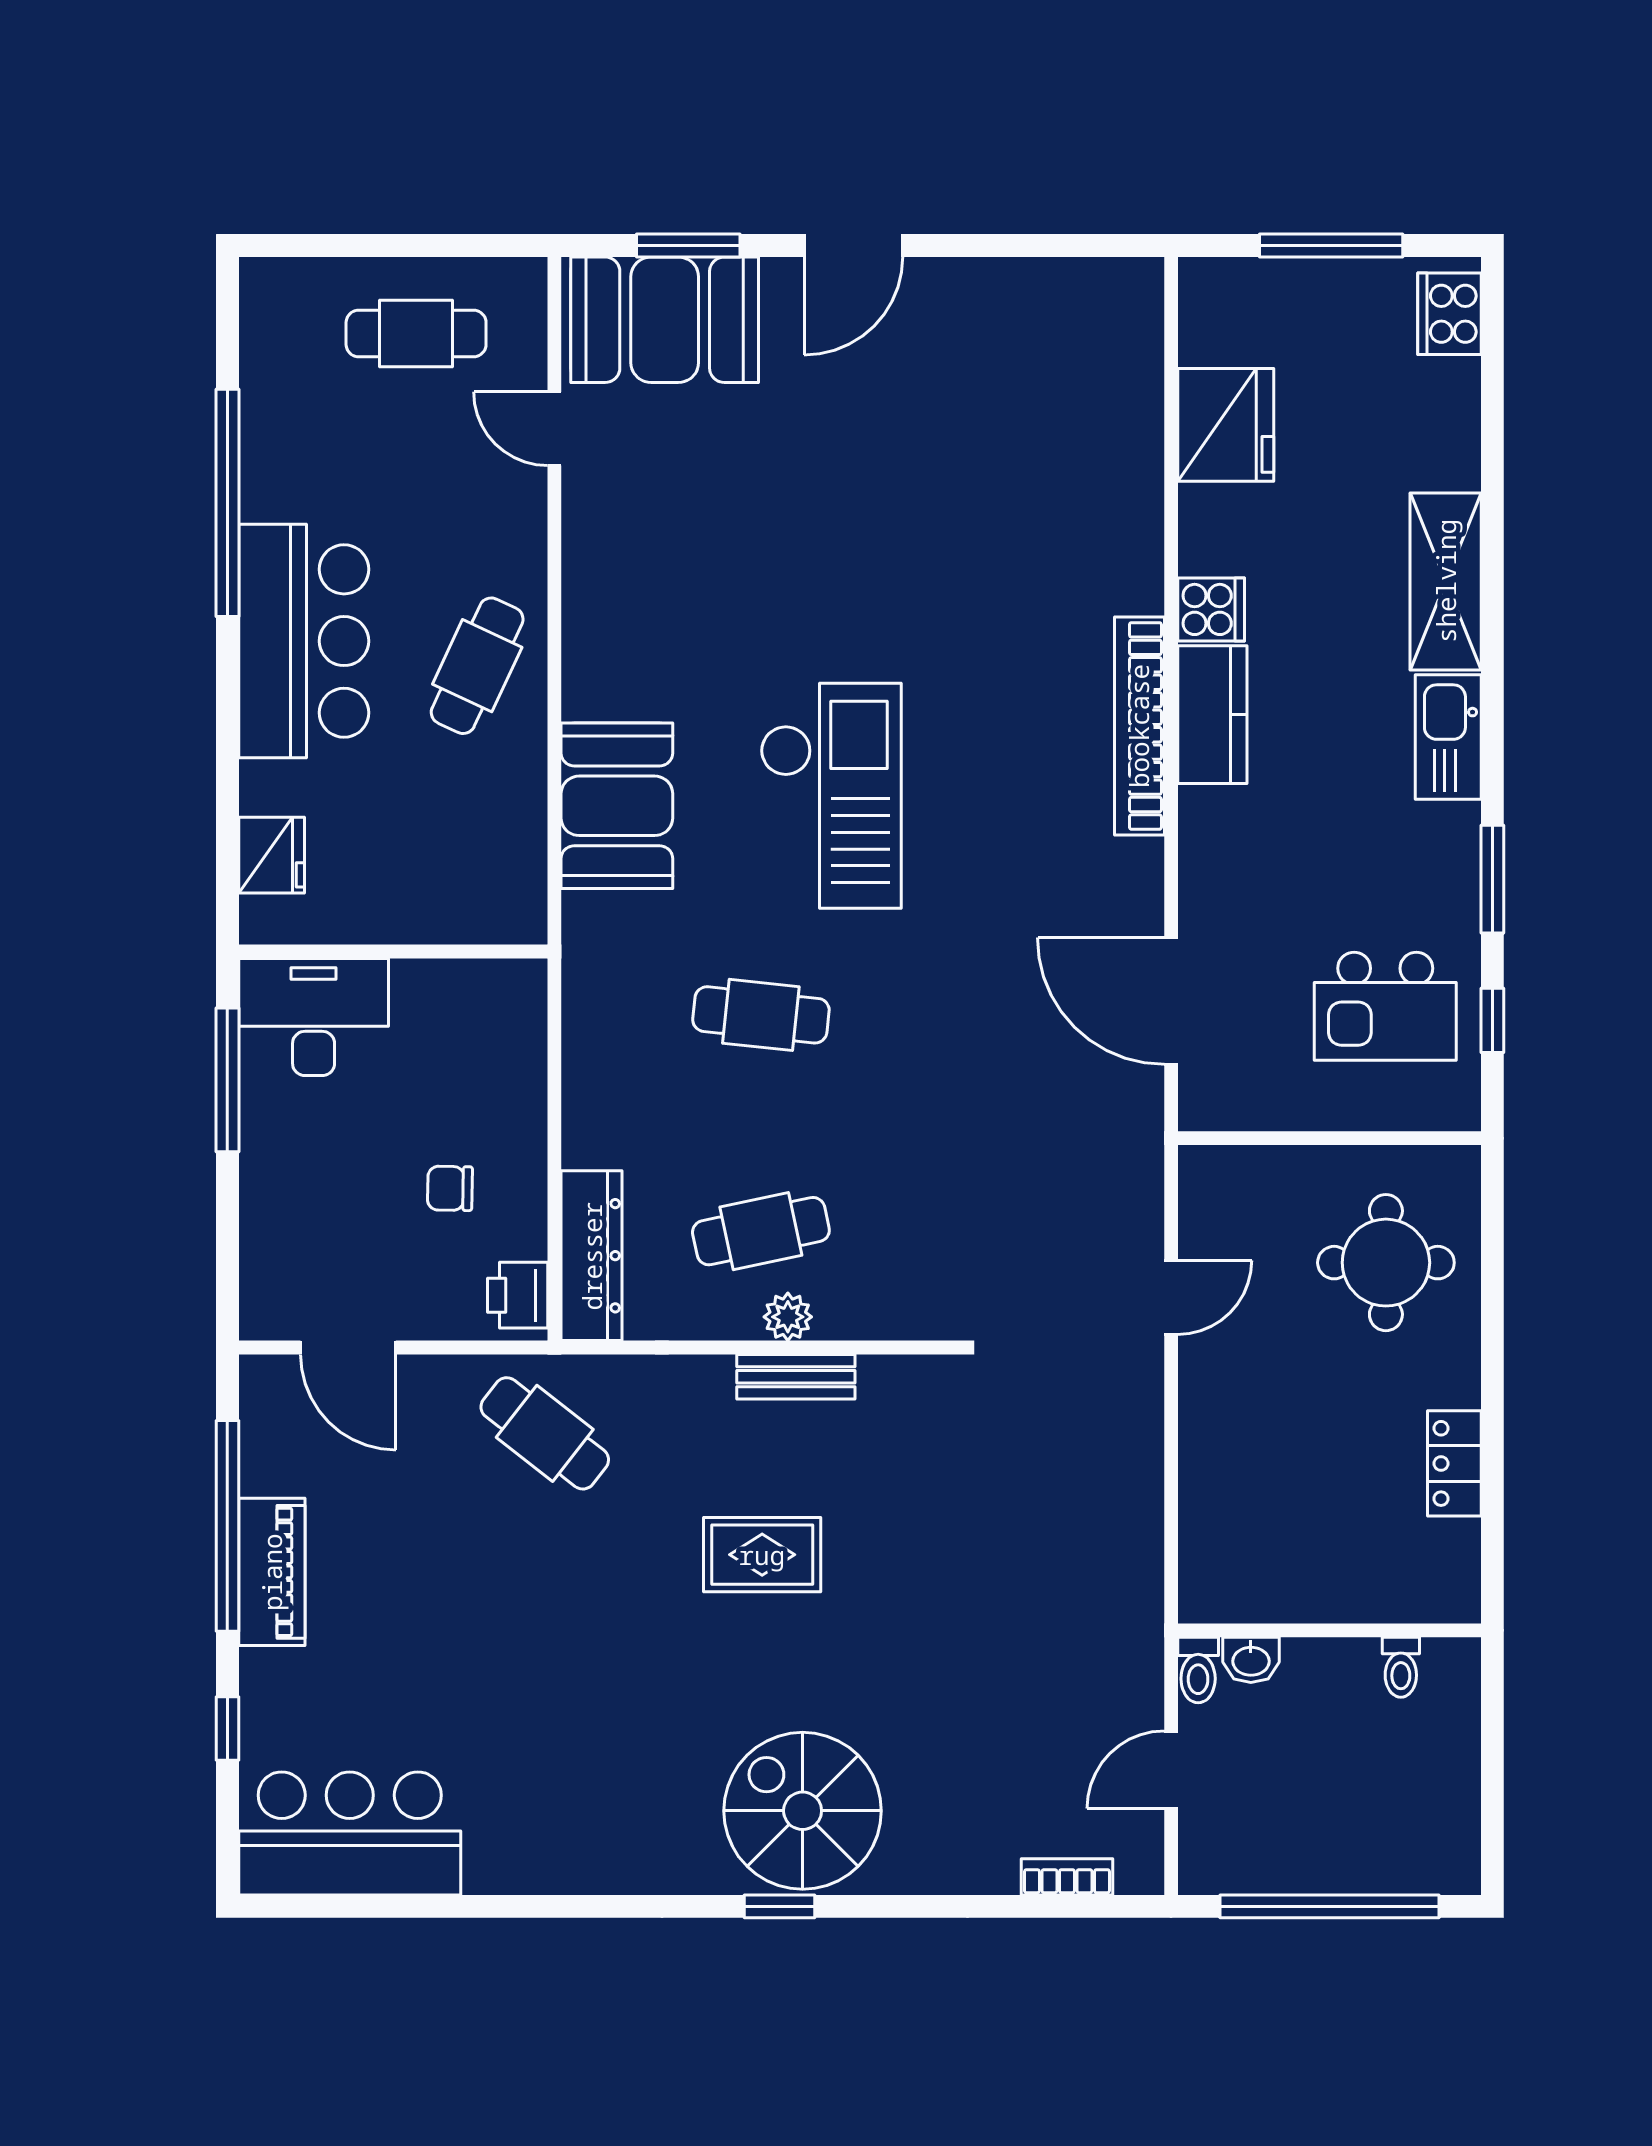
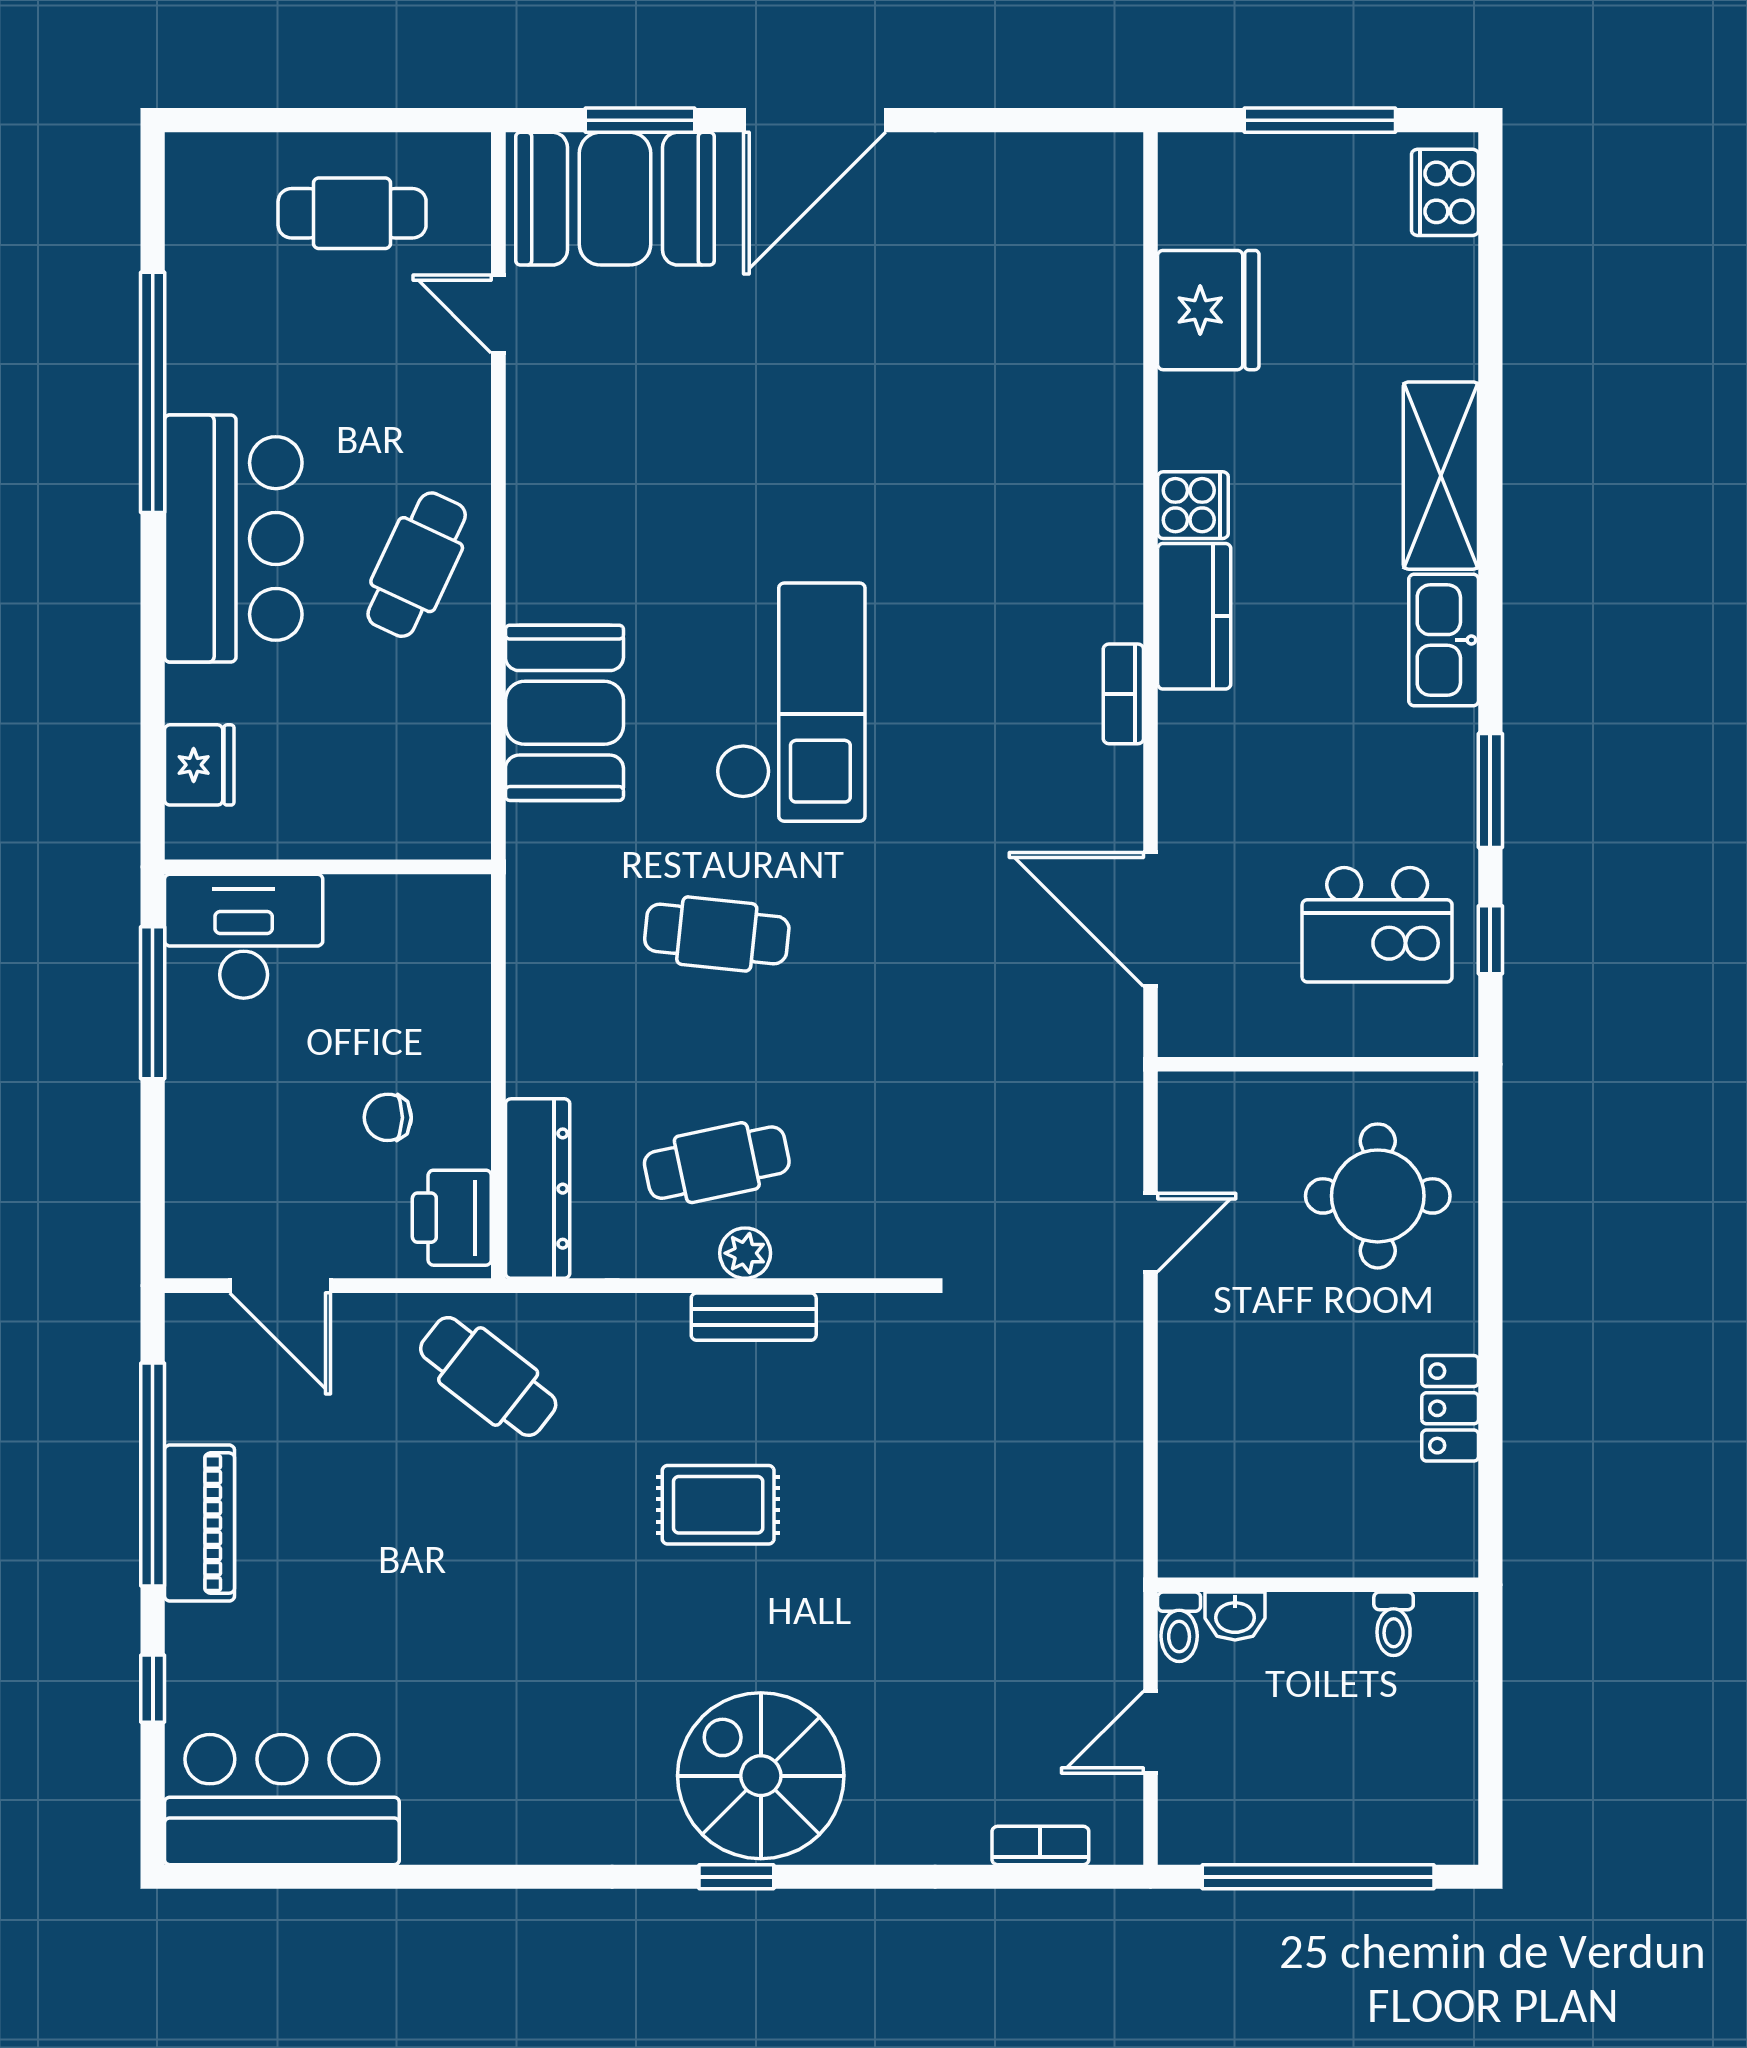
door: (853, 245) -> (815, 120), width x1.36
bookcase: (1139, 726) -> (1123, 694), width x0.43, depth x0.76
printer: (518, 1295) -> (452, 1218), width x1.36, depth x1.24

